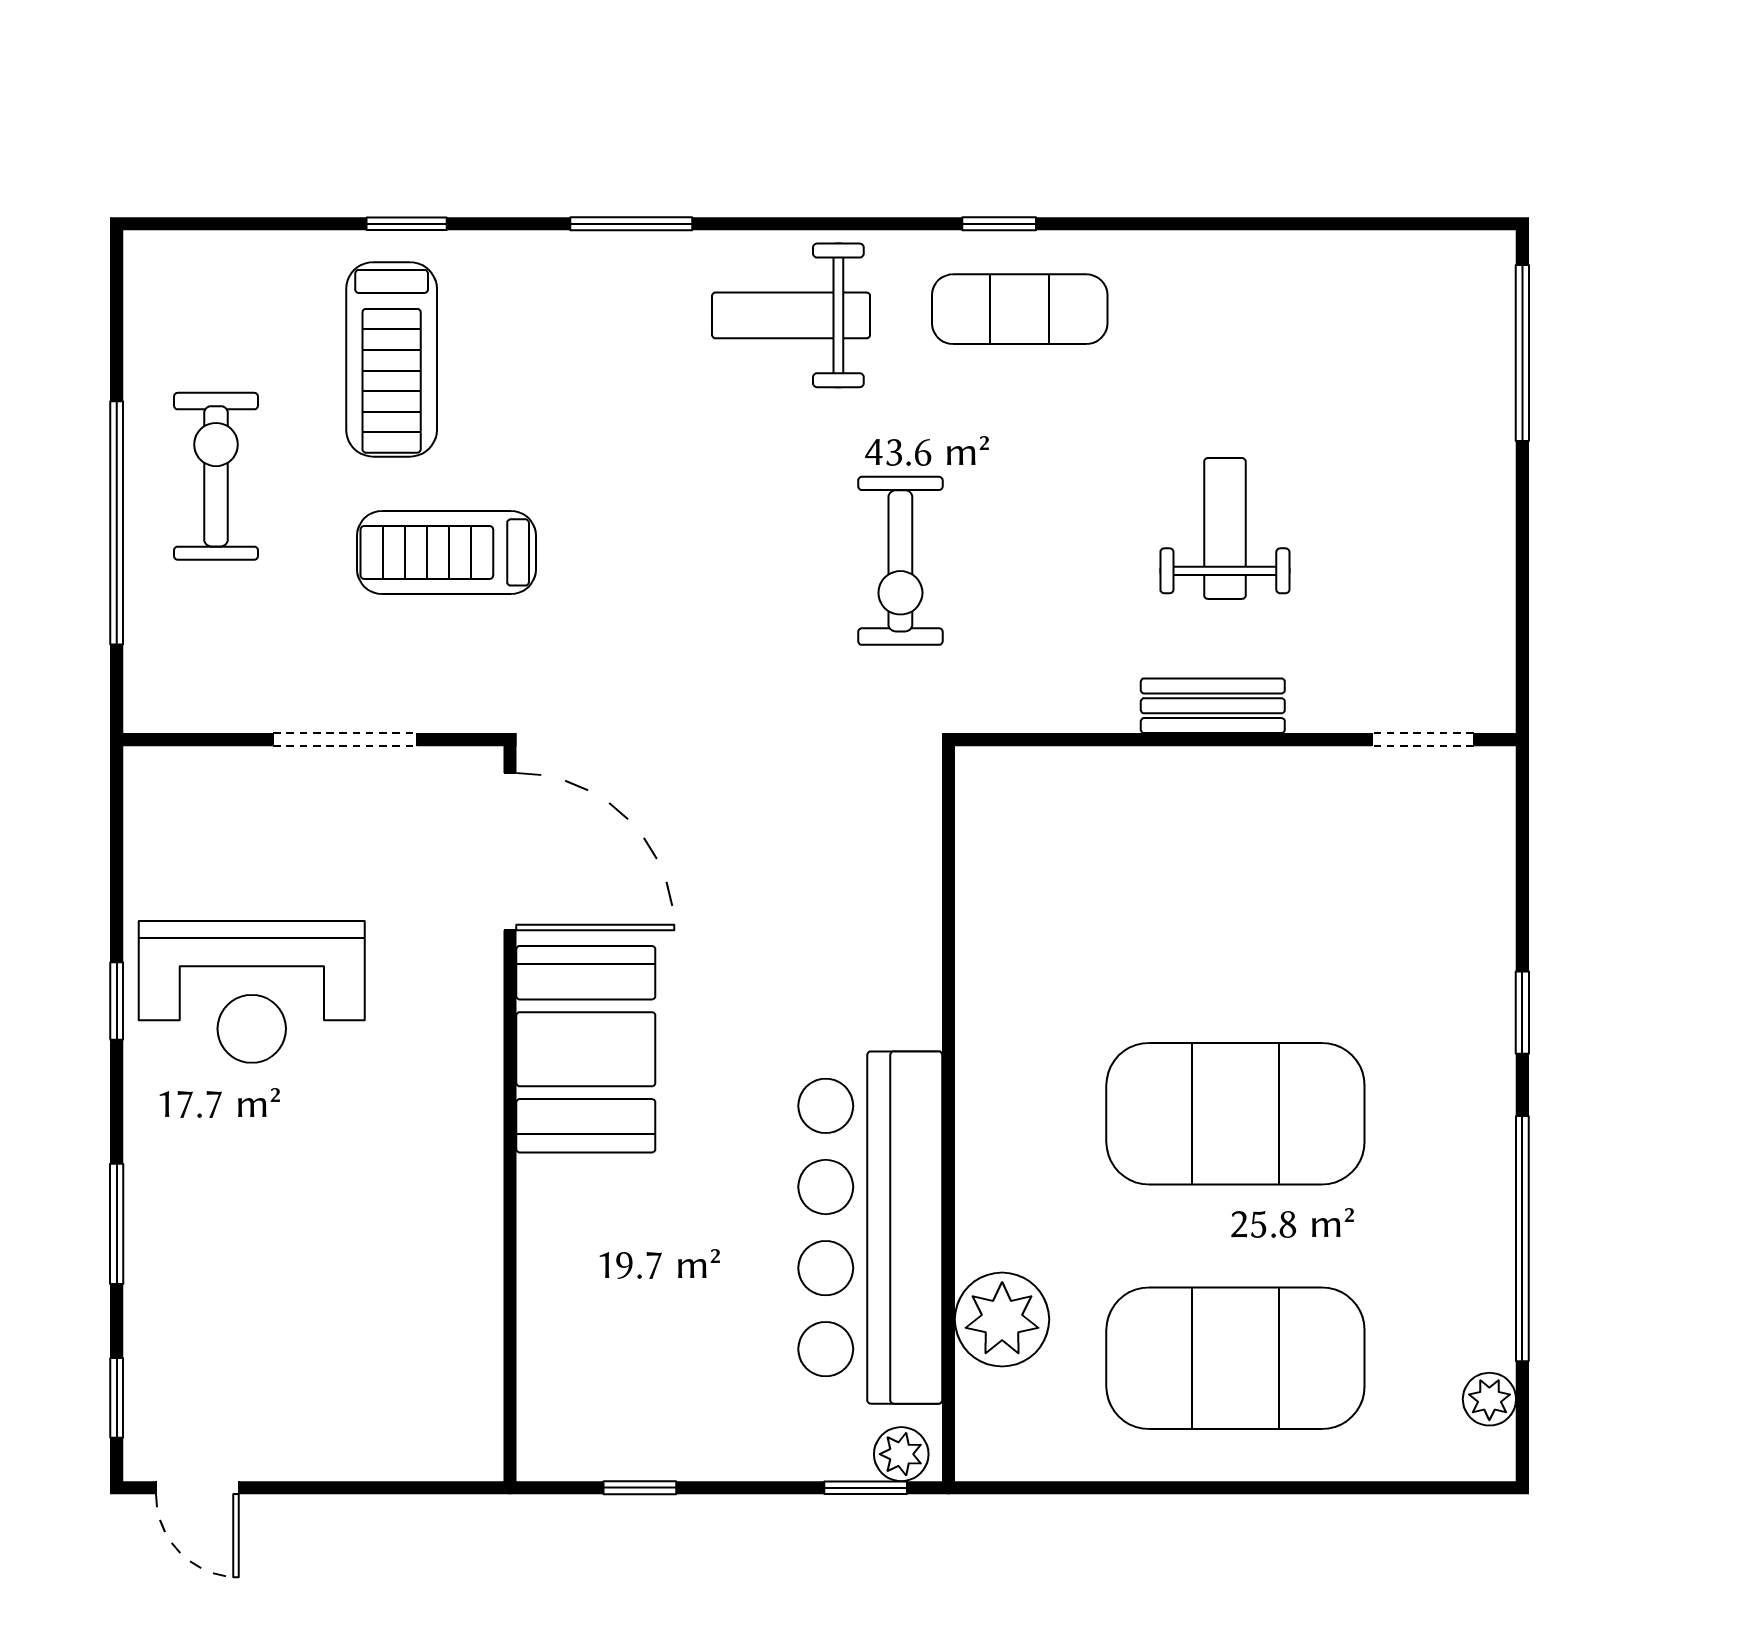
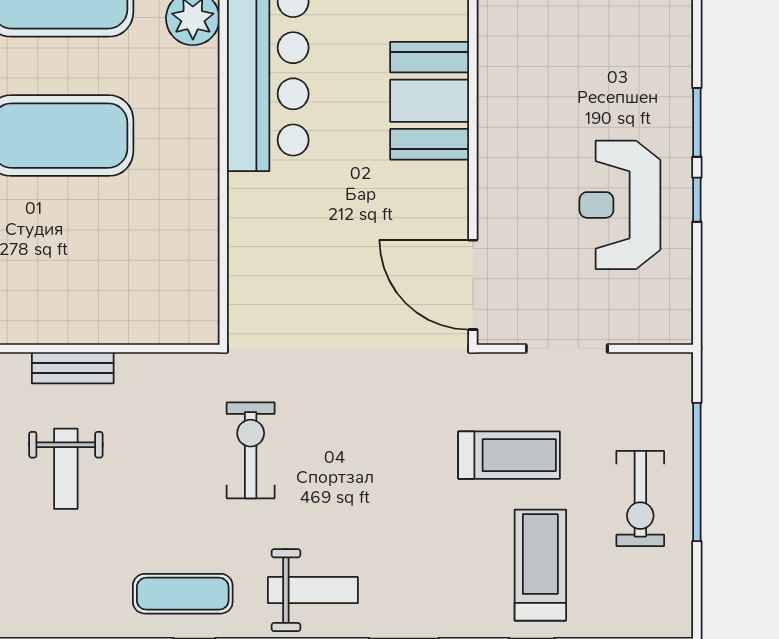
reception desk: (252, 992) -> (620, 205), turned -90
booth: (586, 1049) -> (430, 101), moved
window: (117, 1224) -> (697, 122), moved

